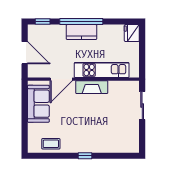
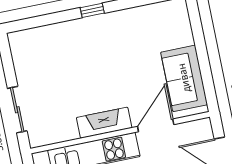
coffee table: (51, 144) -> (151, 18), removed

